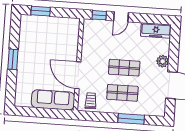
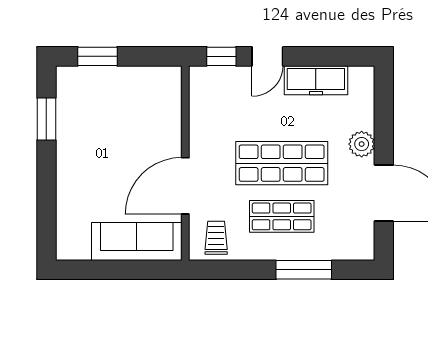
freezer: (156, 30) -> (316, 80), moved
window: (13, 59) -> (46, 119), moved
shop shelf: (124, 68) -> (282, 163), width x1.43, depth x1.36
door: (78, 75) -> (185, 186), hinge flipped

